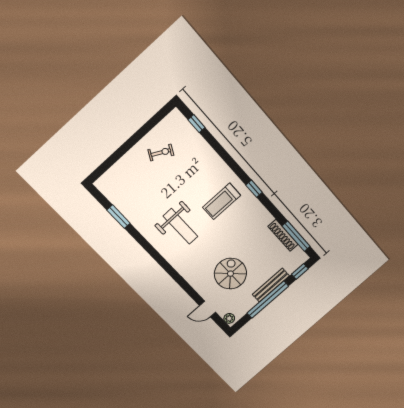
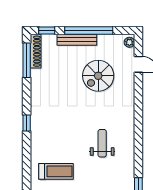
treadmill: (222, 201) -> (56, 171), moved
weight bench: (180, 226) -> (102, 143), width x0.73, depth x0.75
shoe rack: (283, 235) -> (36, 51), moved

